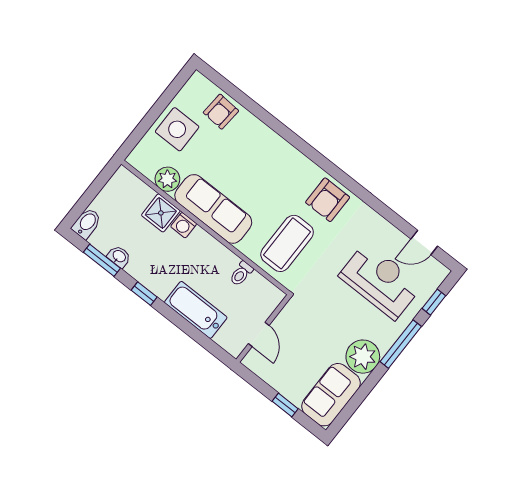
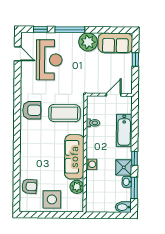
shower: (161, 213) -> (124, 167), moved
reception desk: (380, 281) -> (49, 60), turned 180

